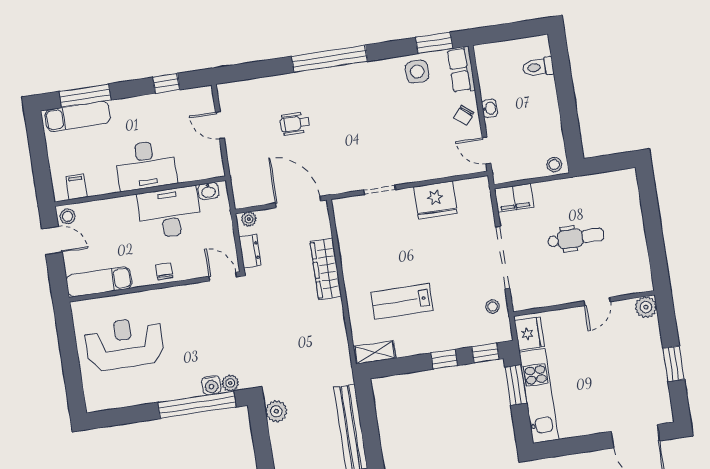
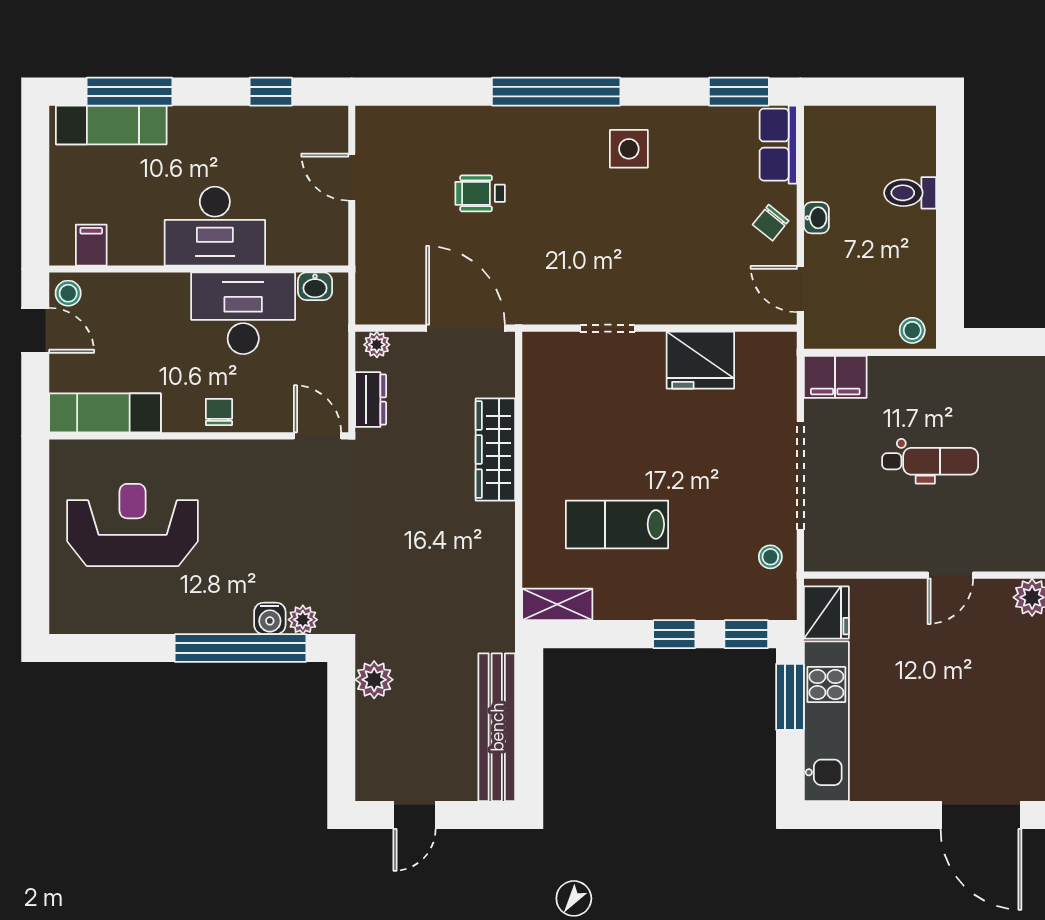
toilet: (538, 67) -> (910, 193), moved
side table: (417, 71) -> (629, 149), moved

